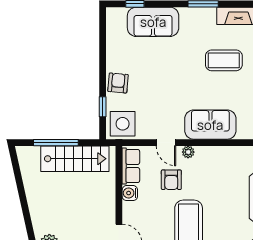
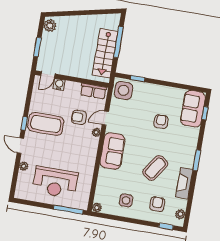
sofa: (153, 22) -> (193, 109), moved
coffee table: (224, 60) -> (155, 168), turned 34
armchair: (118, 83) -> (161, 122), moved, turned -95
water cooler: (130, 193) -> (59, 84), moved

